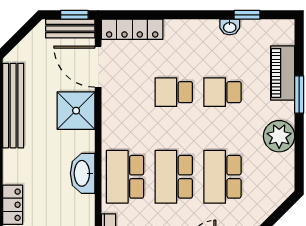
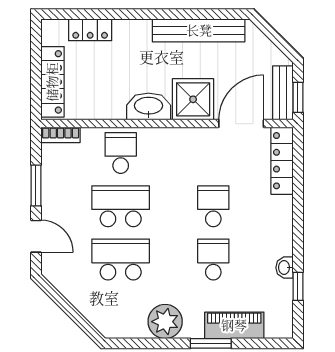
washbasin: (83, 173) -> (149, 106), moved
school desk: (125, 177) -> (121, 153), width x0.54

